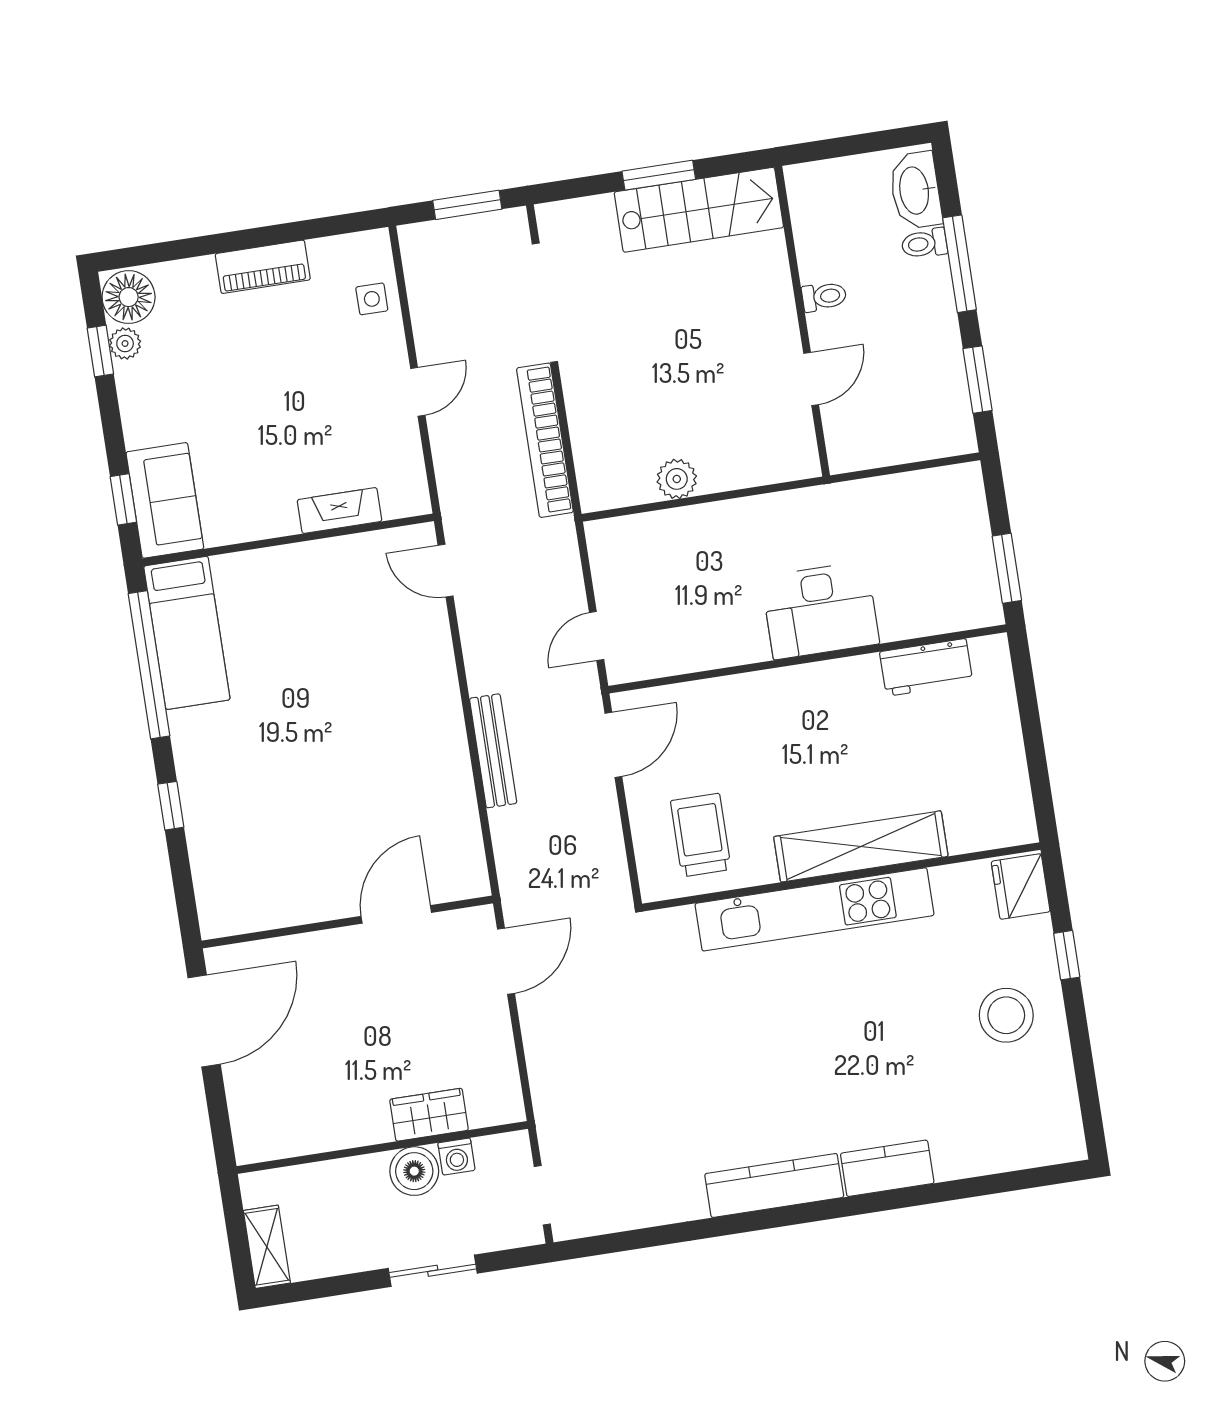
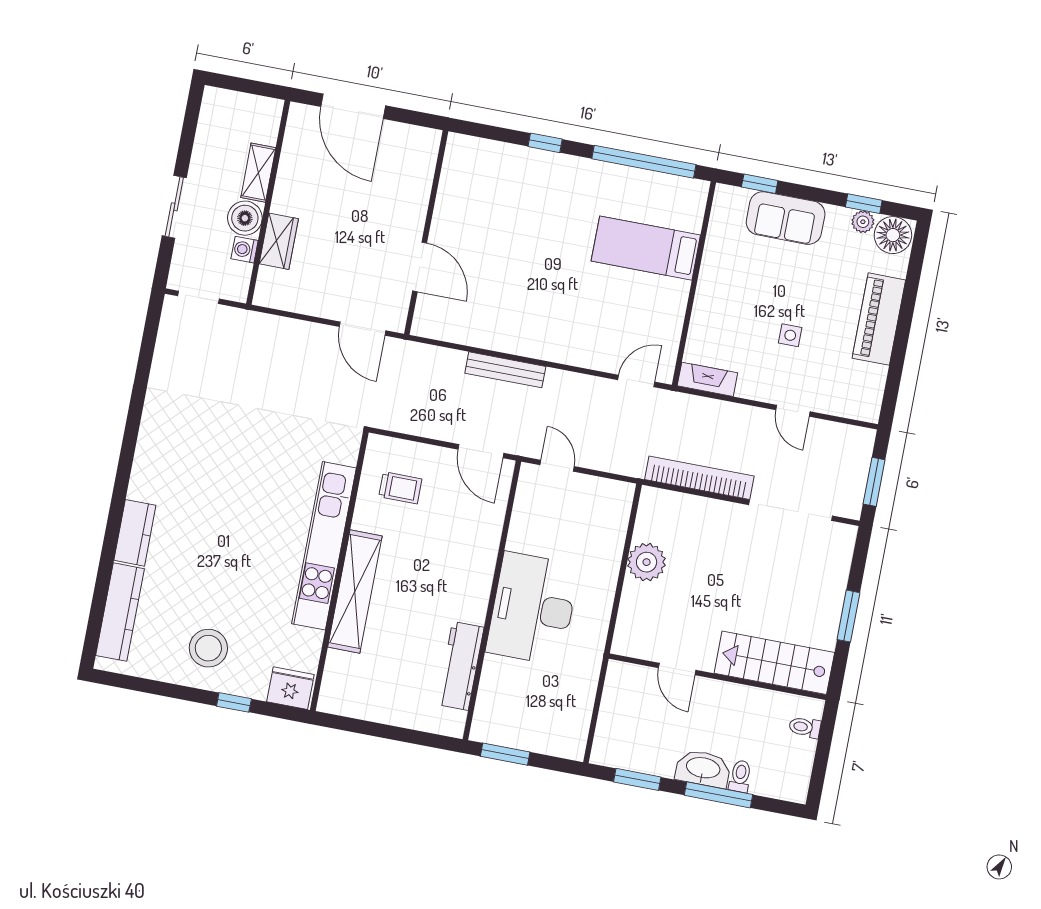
washbasin: (915, 190) -> (703, 769), moved
stairs: (699, 210) -> (774, 663), moved, turned 90
piano: (263, 267) -> (879, 319), width x1.37, depth x1.33
toilet: (824, 297) -> (805, 727), moved, turned 90
side table: (372, 299) -> (790, 335), moved
door: (418, 392) -> (793, 411), moved
plant: (677, 479) -> (647, 562), width x1.36, depth x1.36
sofa: (165, 500) -> (786, 218), moved
fireplace: (339, 511) -> (707, 379), moved, turned -90
desk: (820, 610) -> (533, 609), width x1.36, depth x1.30
bed: (187, 633) -> (646, 248), moved
workbench: (926, 667) -> (460, 666), width x1.38
trolley: (701, 835) -> (400, 488), width x0.73, depth x0.72
door: (204, 1021) -> (353, 106), moved
kitchen counter: (774, 1185) -> (120, 612), moved
shelving: (267, 1247) -> (258, 173), moved, turned 90

